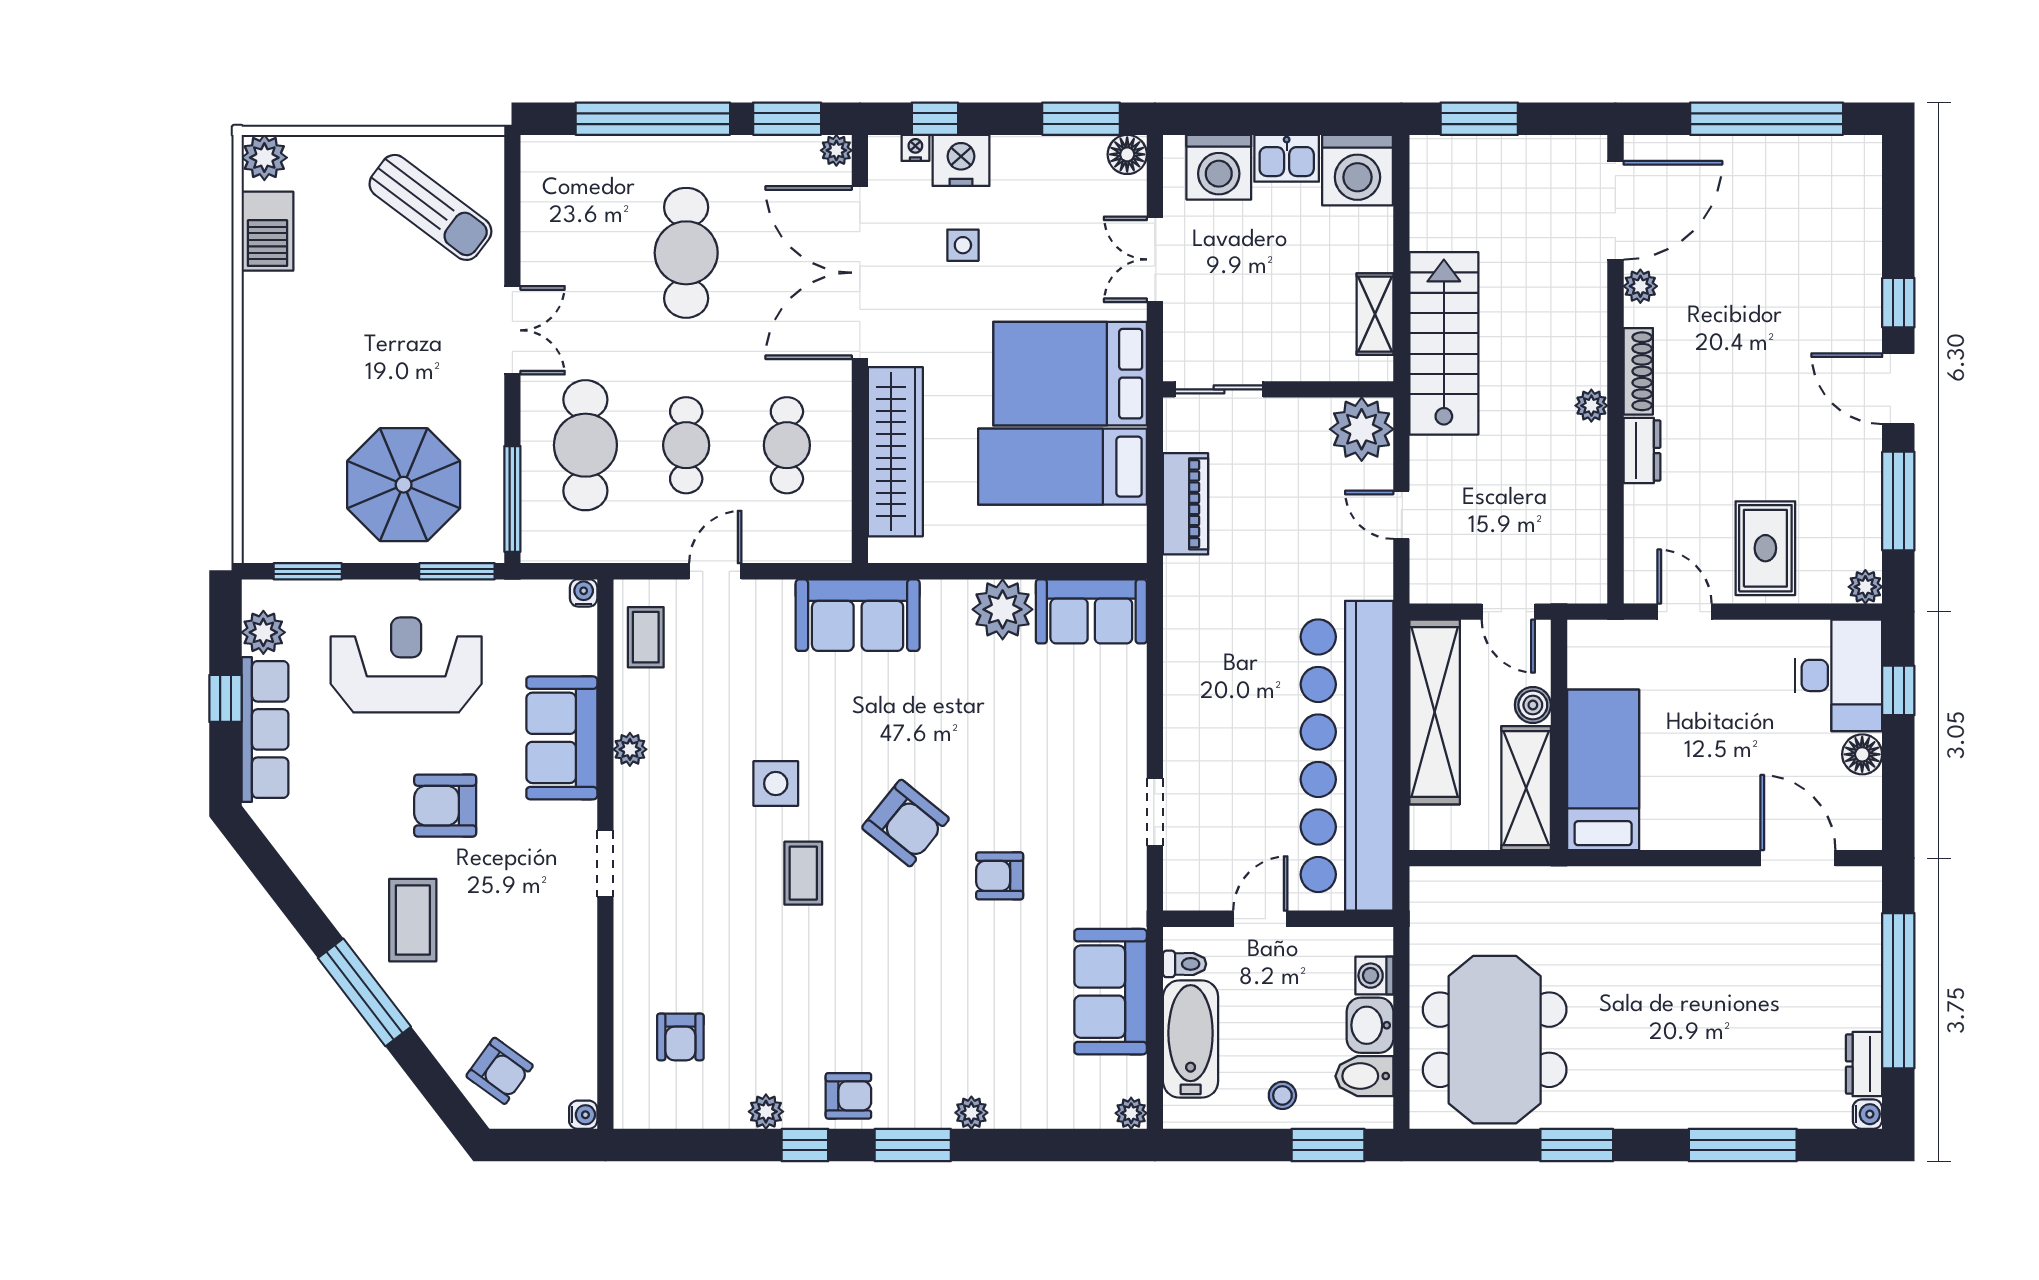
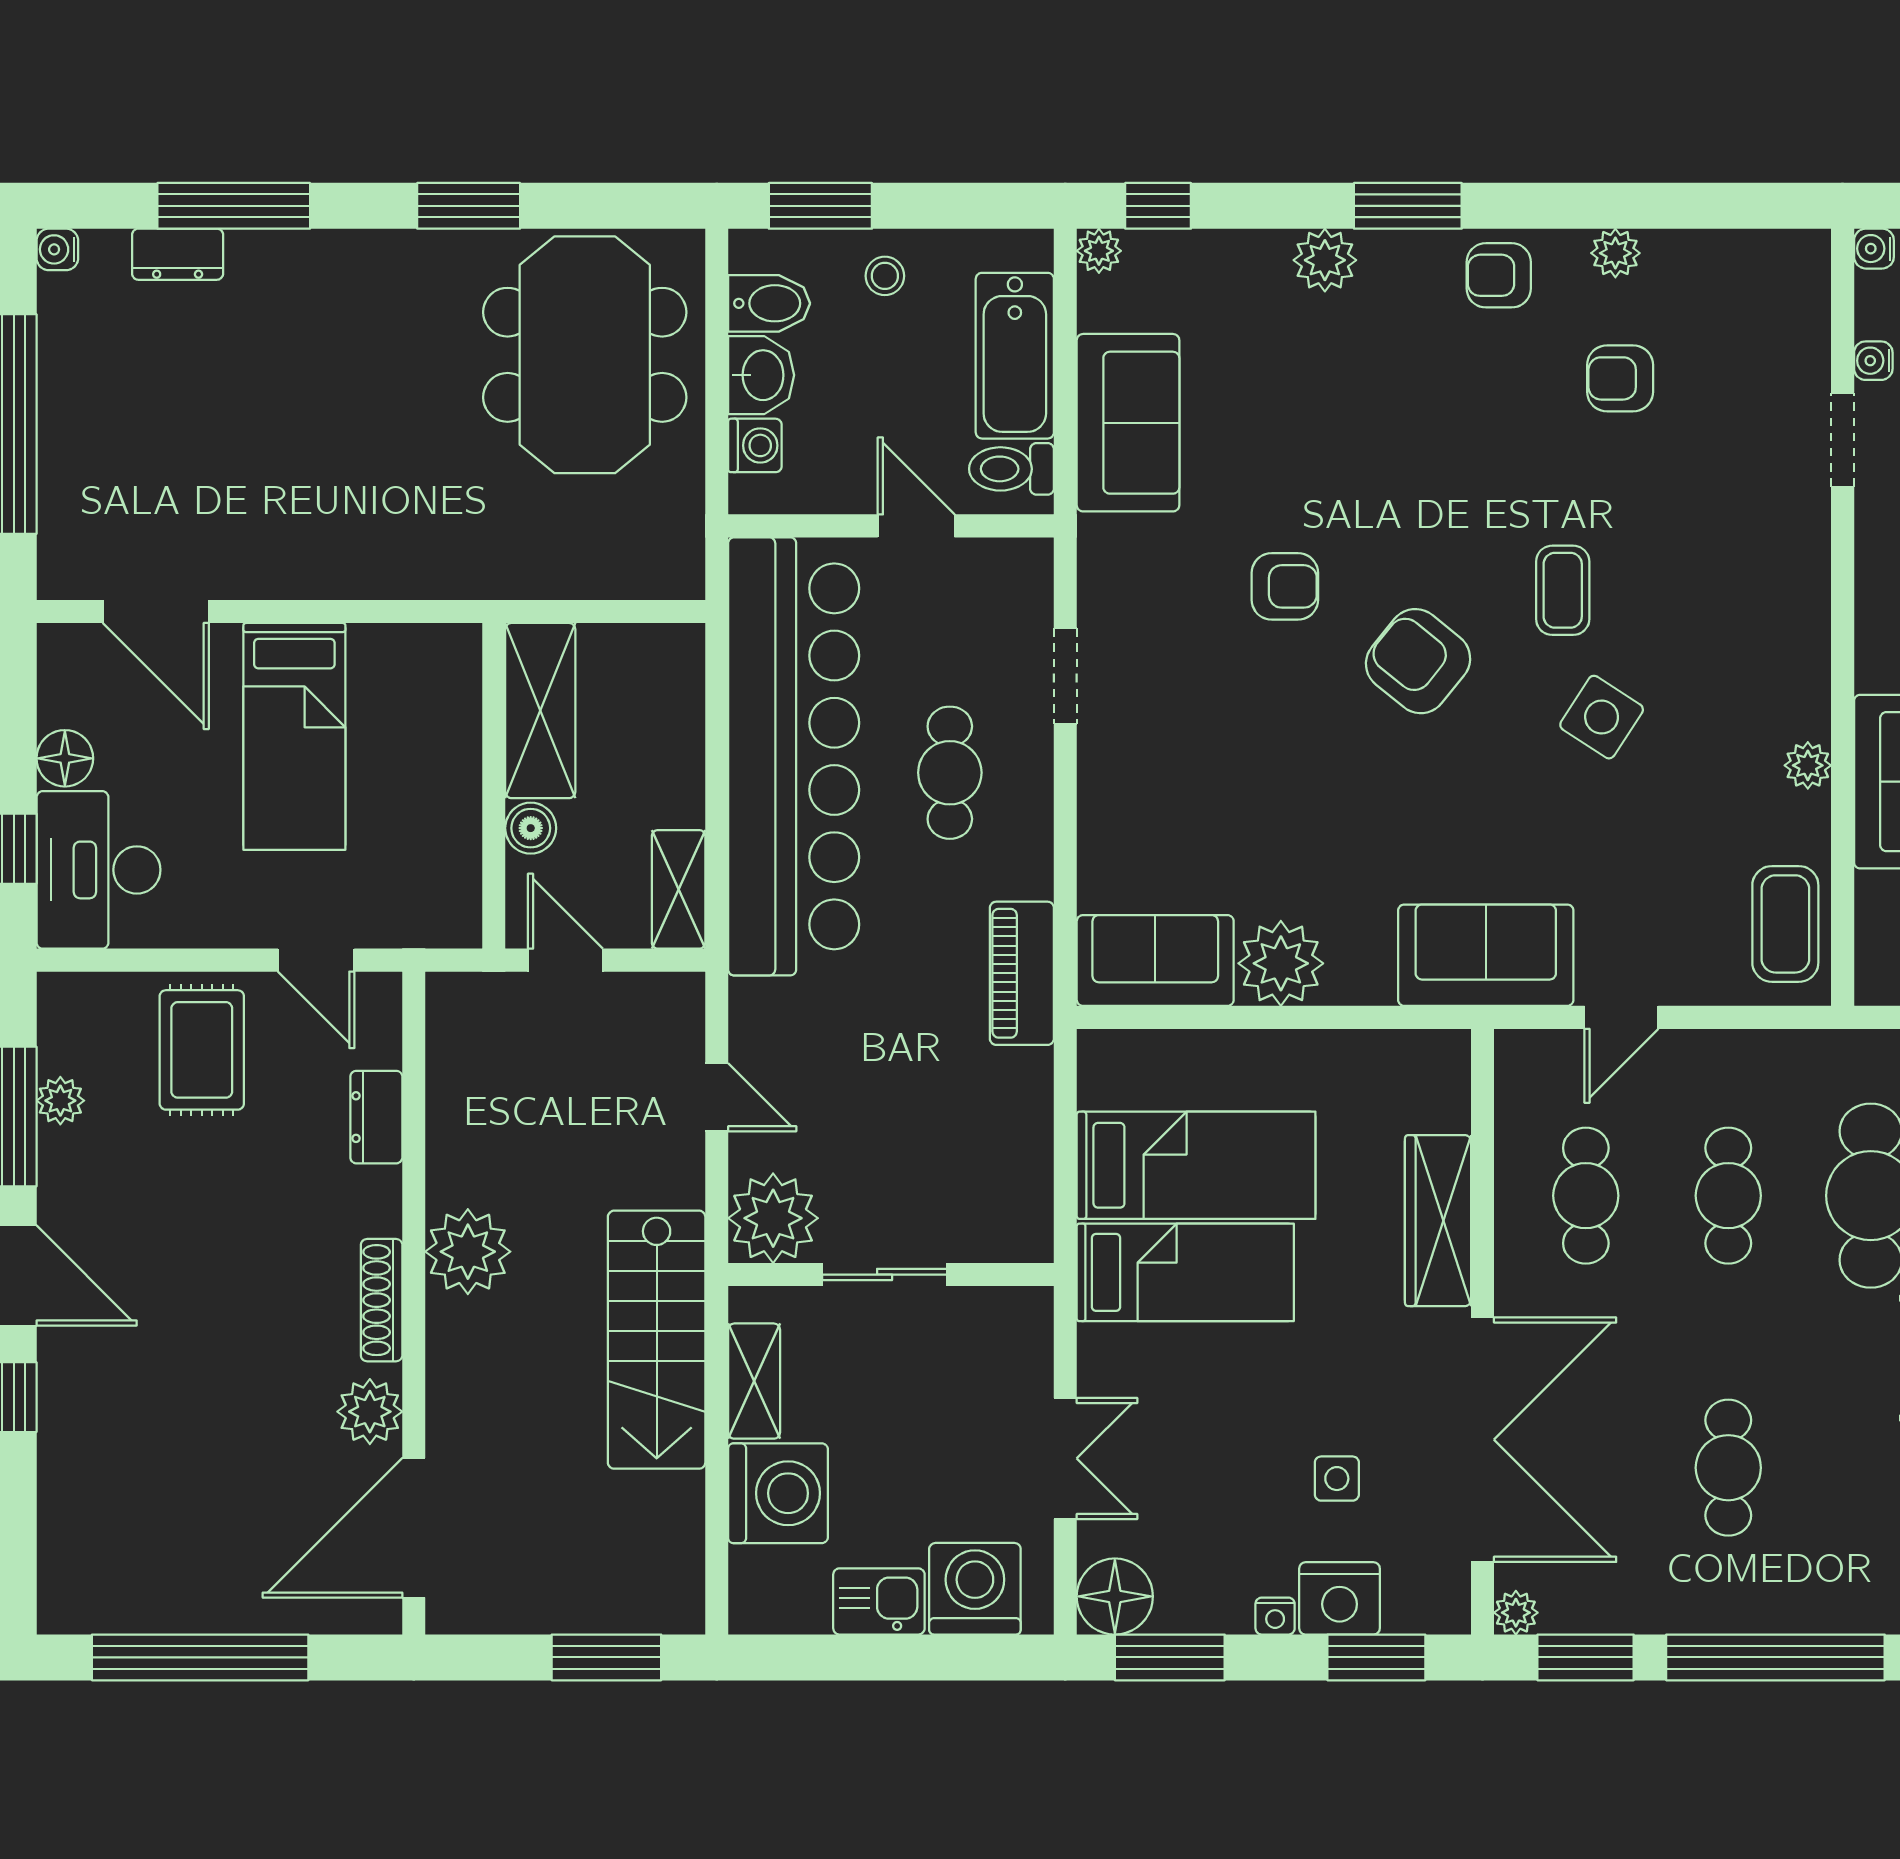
window: (935, 119) -> (1376, 1657), width x1.50
nightstand: (915, 148) -> (1275, 1616), moved
floor lamp: (1127, 154) -> (1115, 1596), width x1.38, depth x1.38
washing machine: (1357, 170) -> (778, 1493), moved, turned 90
cafe table: (686, 253) -> (1728, 1468), width x0.73, depth x0.74
plant: (1640, 286) -> (370, 1412), width x1.38, depth x1.38
bed: (1070, 374) -> (1185, 1272), width x0.67
sliding door: (1219, 389) -> (885, 1275), moved
plant: (1591, 406) -> (468, 1252), width x1.88, depth x1.88
dresser: (1642, 450) -> (376, 1117), moved
wardrobe: (895, 452) -> (1438, 1221), width x0.71, depth x0.85
piano: (1186, 504) -> (1022, 973), moved
door: (715, 571) -> (1621, 1017), moved
plant: (1865, 587) -> (60, 1101), moved
water cooler: (584, 593) -> (1873, 361), moved, turned 90
coffee table: (646, 637) -> (1785, 924), width x1.36, depth x1.30
shelving: (1435, 712) -> (679, 889), width x0.45, depth x0.75
cafe table: (1237, 744) -> (950, 773), added
bed: (1603, 770) -> (294, 736), moved
side table: (776, 784) -> (1602, 717), turned 33
doorway: (605, 863) -> (1843, 440), moved
door: (1260, 919) -> (916, 526), swing flipped
toilet: (1185, 964) -> (1011, 469), width x1.37, depth x1.39
armchair: (680, 1037) -> (1620, 378), moved, turned -90
dresser: (1864, 1064) -> (178, 254), moved, turned 90
plant: (971, 1113) -> (1325, 260), width x1.38, depth x1.38
window: (805, 1145) -> (1158, 206), moved

